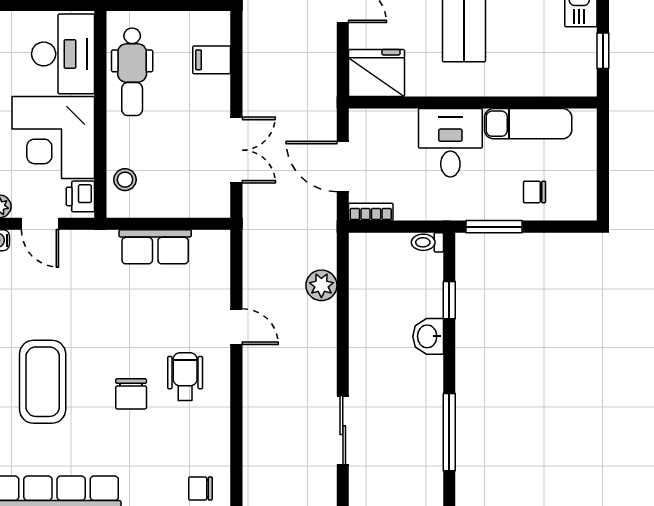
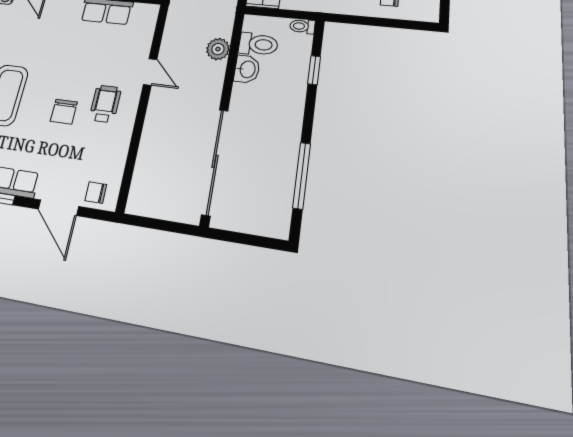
window: (494, 227) -> (355, 20), removed
toilet: (374, 273) -> (258, 44), added
washbasin: (428, 336) -> (247, 69), moved, turned 180
sliding door: (343, 430) -> (215, 161), width x1.86

